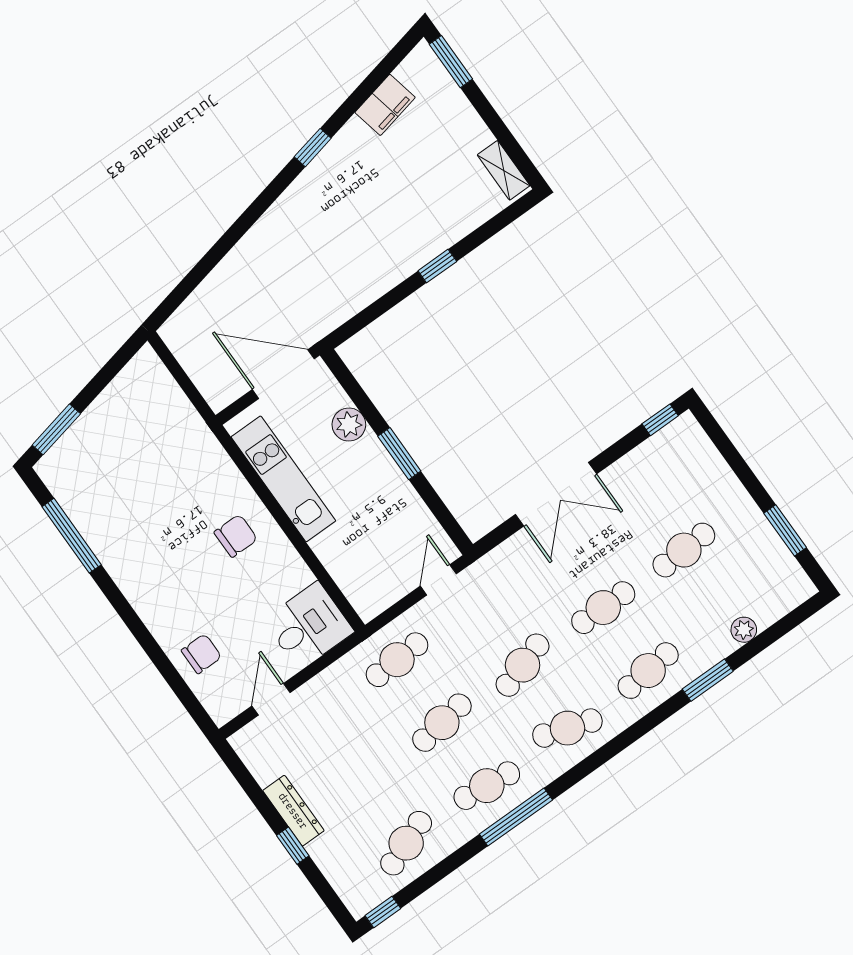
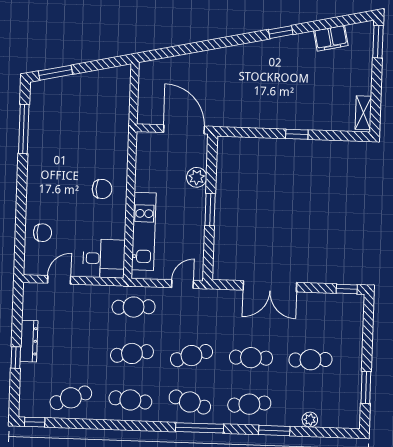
kitchen unit: (283, 479) -> (144, 231), moved
window: (516, 817) -> (200, 428), moved

